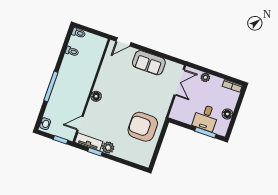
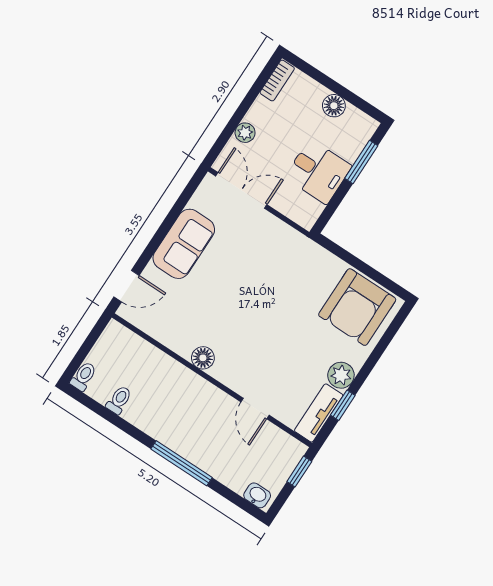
door: (124, 42) -> (127, 286), hinge flipped
floor lamp: (96, 96) -> (203, 358), moved
desk: (206, 118) -> (318, 172), moved
door: (80, 123) -> (255, 408), moved
armchair: (143, 127) -> (357, 307), moved

